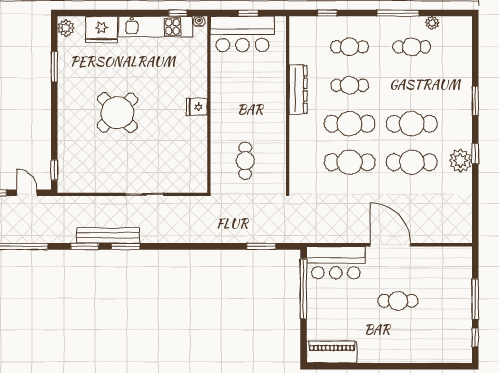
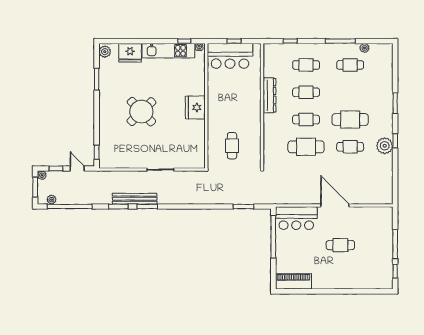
fridge: (197, 107) -> (195, 107), width x1.88, depth x1.34
cafe table: (350, 124) -> (306, 120), width x0.73, depth x0.74
cafe table: (412, 162) -> (350, 147), width x0.73, depth x0.74

